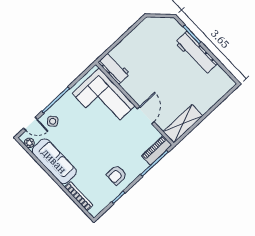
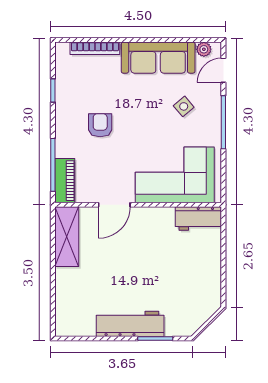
door: (146, 115) -> (114, 205), hinge flipped
side table: (53, 121) -> (184, 106), moved
armchair: (117, 175) -> (100, 125), moved

